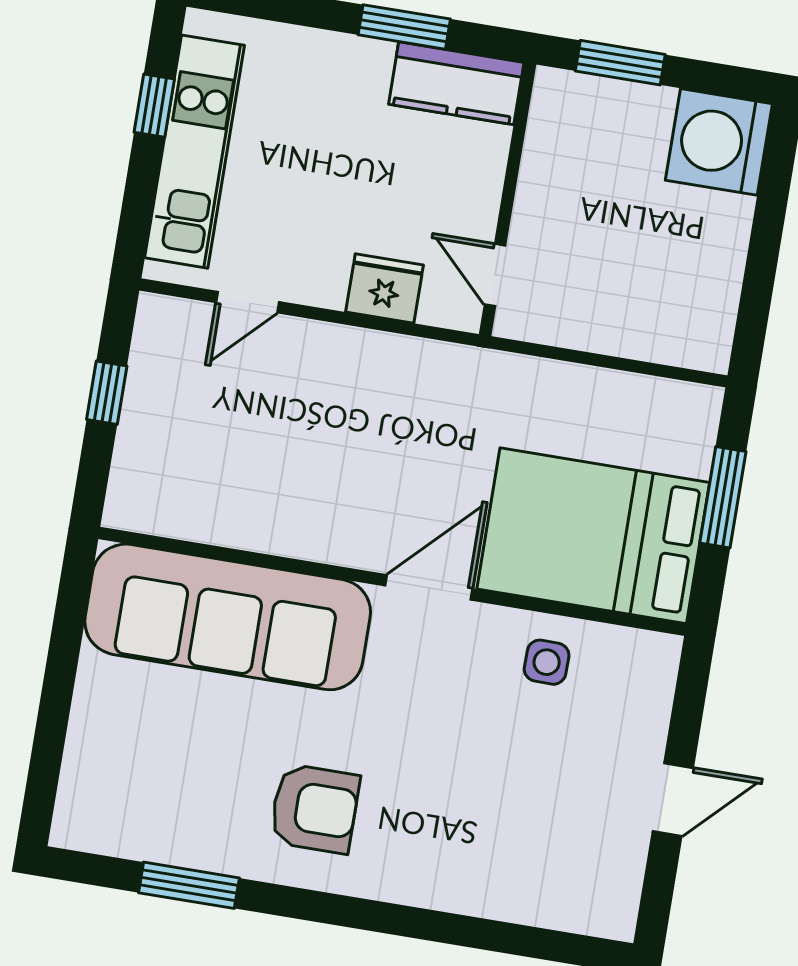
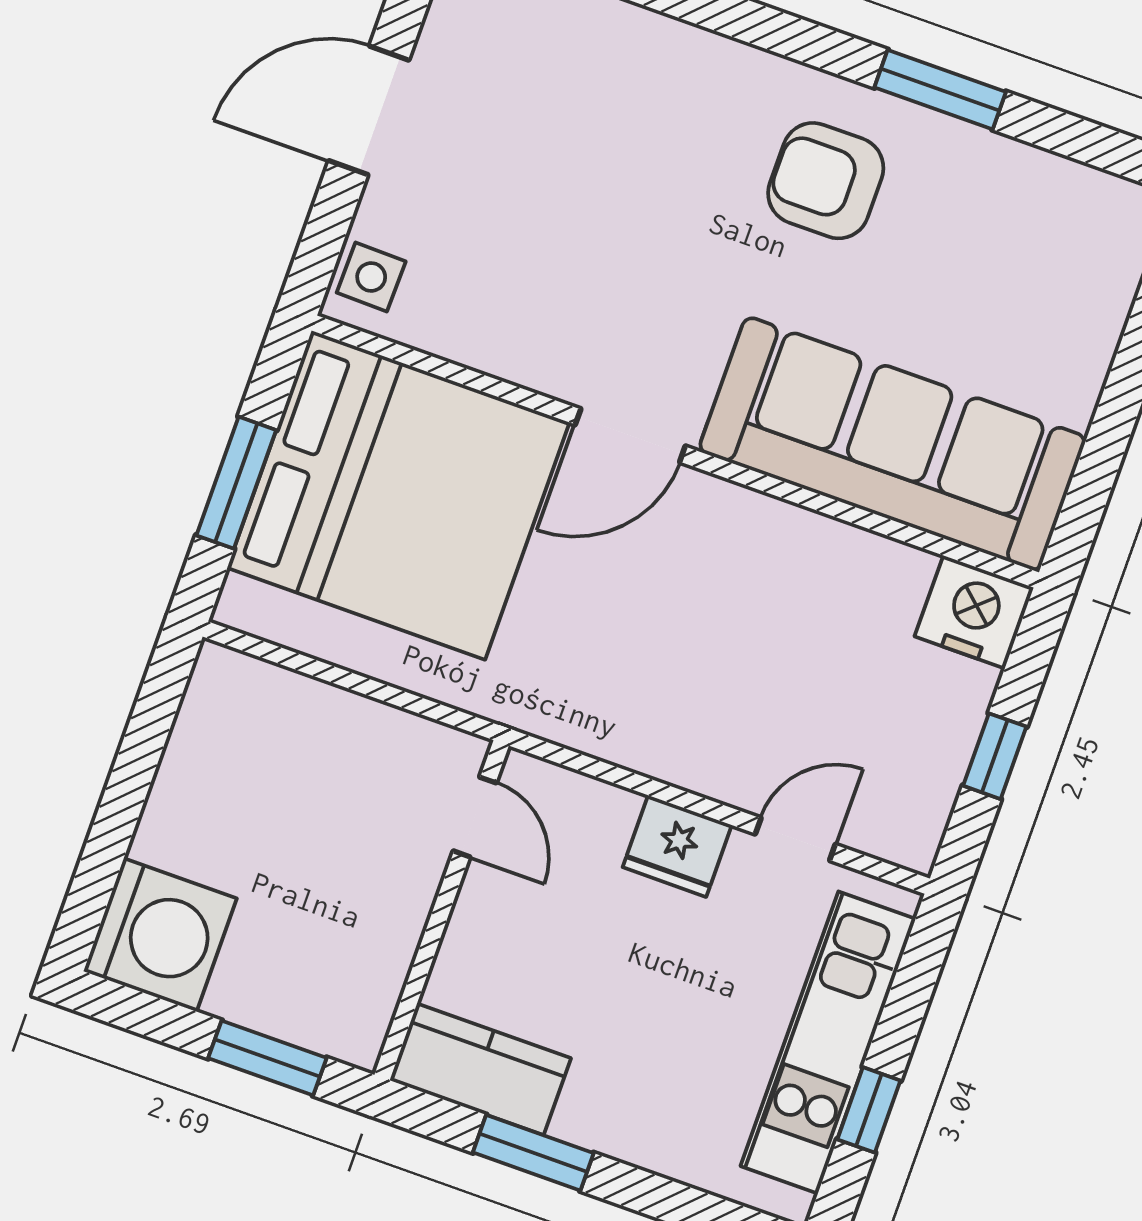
fridge: (385, 289) -> (677, 846), moved
nightstand: (142, 500) -> (974, 612), added
bed: (593, 536) -> (398, 495), width x1.36
side table: (547, 662) -> (371, 277), moved
door: (673, 800) -> (369, 110), width x1.38
window: (189, 885) -> (940, 90), moved

